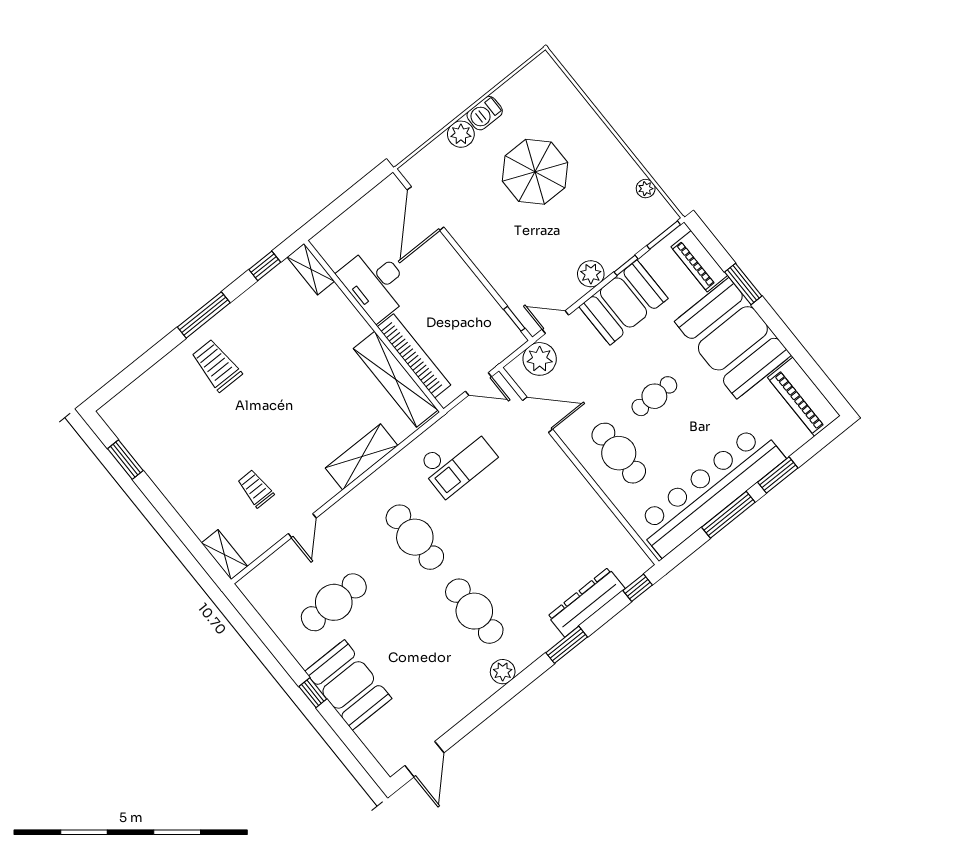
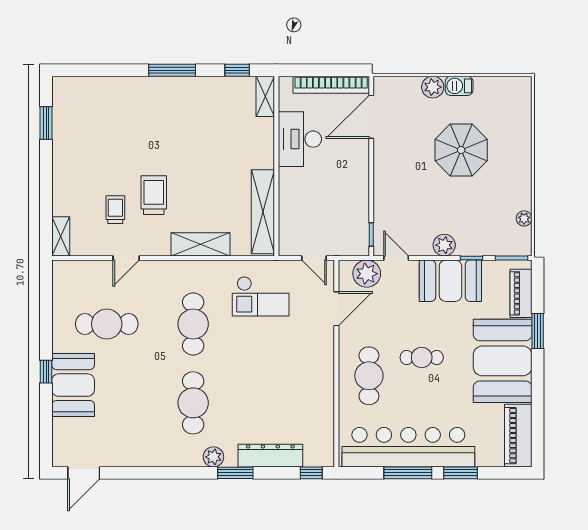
bookcase: (414, 356) -> (331, 85), moved, turned 90
trolley: (216, 365) -> (154, 195), moved
door: (538, 415) -> (336, 309), hinge flipped
plant: (503, 672) -> (213, 457), moved

